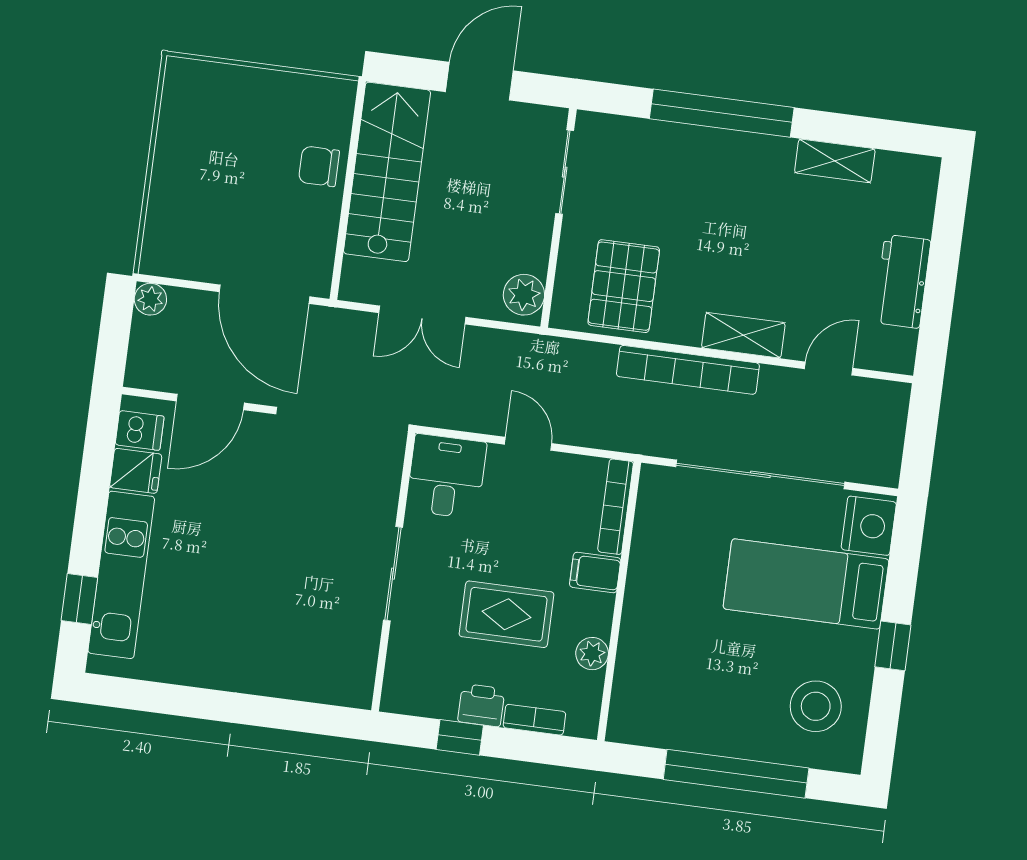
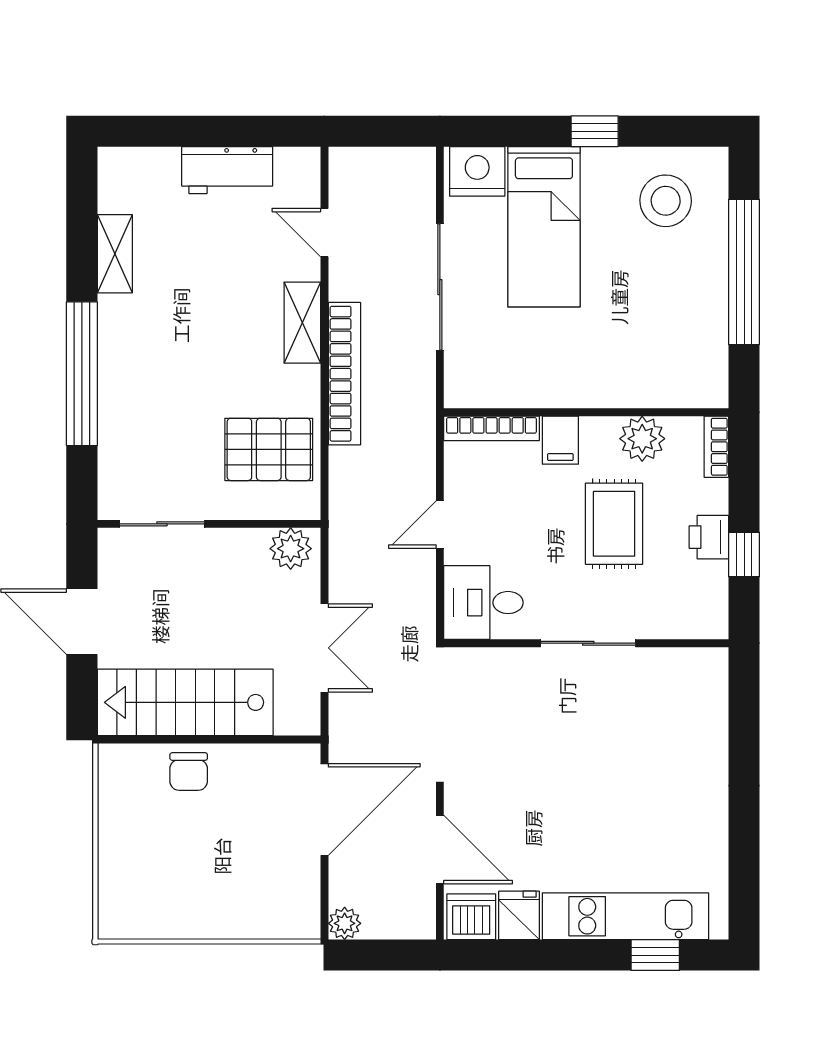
dishwasher: (140, 430) -> (471, 917), width x1.38
sliding door: (760, 474) -> (440, 287), width x0.73
plant: (592, 654) -> (642, 439), width x1.38, depth x1.38
bookcase: (534, 720) -> (716, 447), moved

